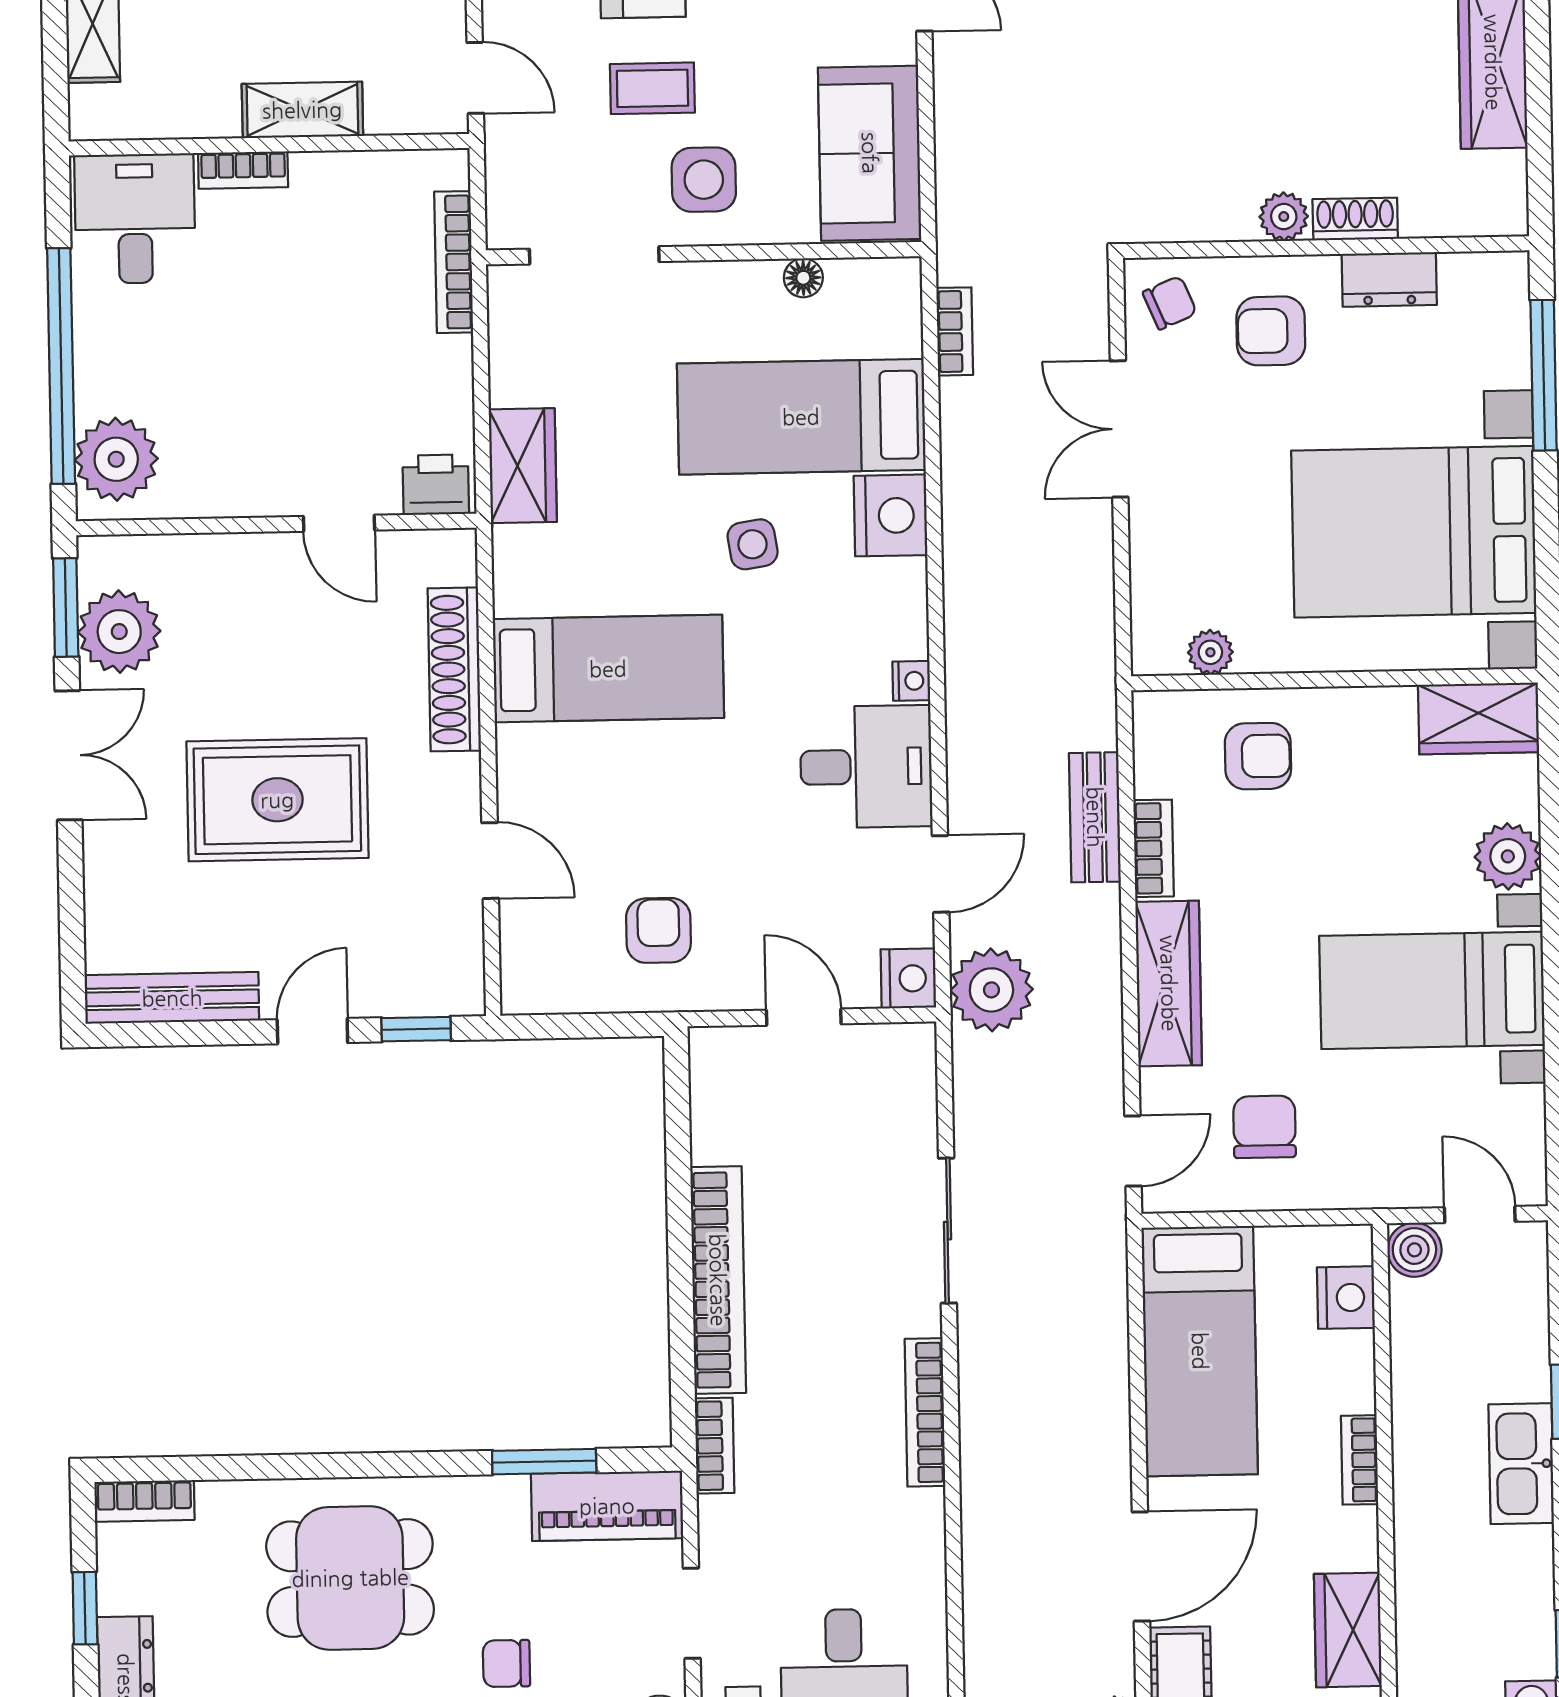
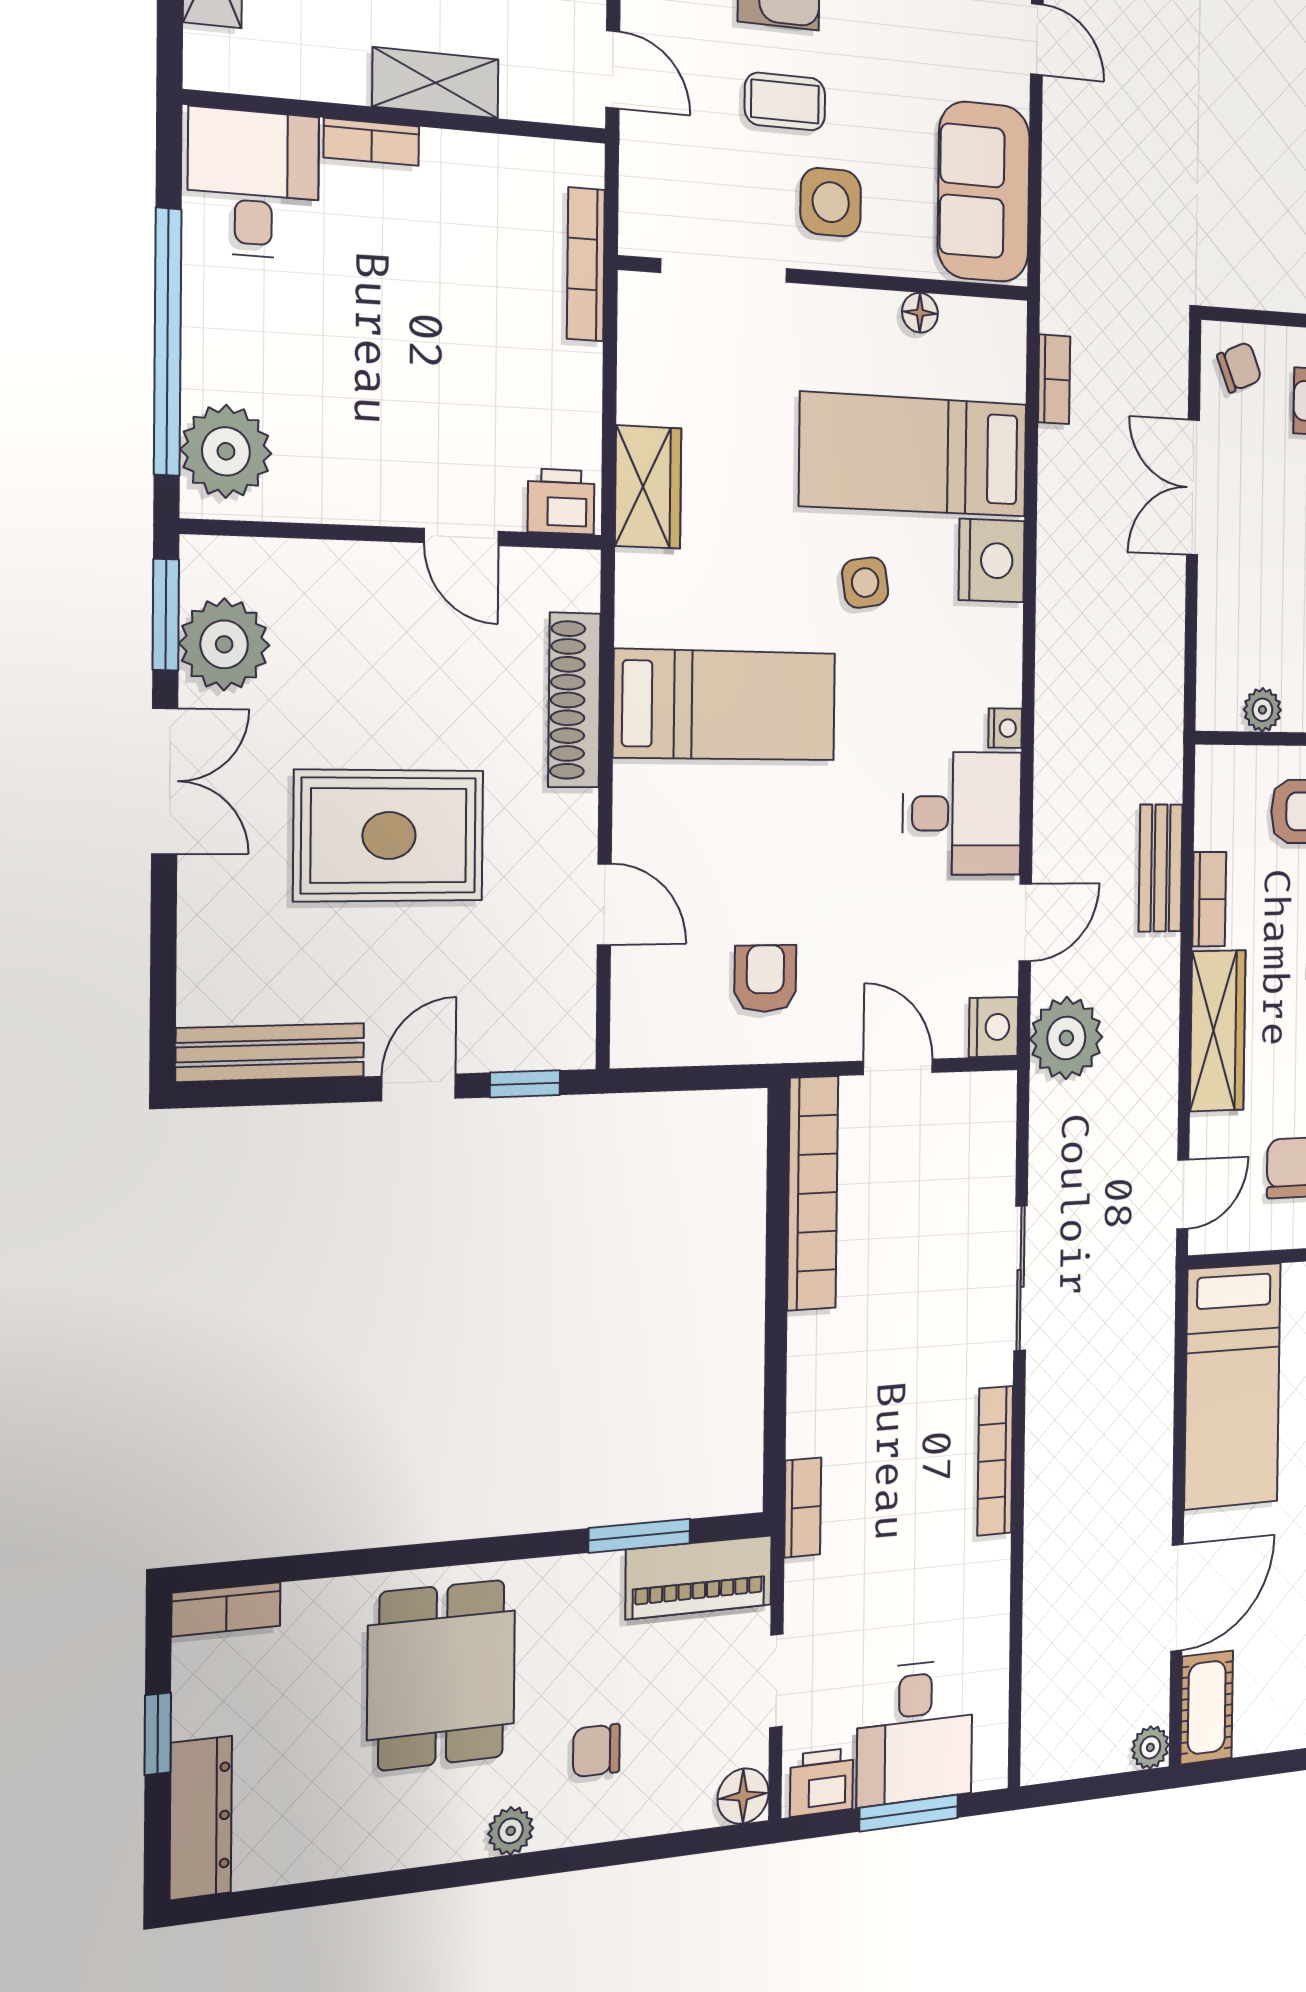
bookcase: (718, 1280) -> (813, 1193), moved
dining table: (350, 1578) -> (441, 1675), turned 90

